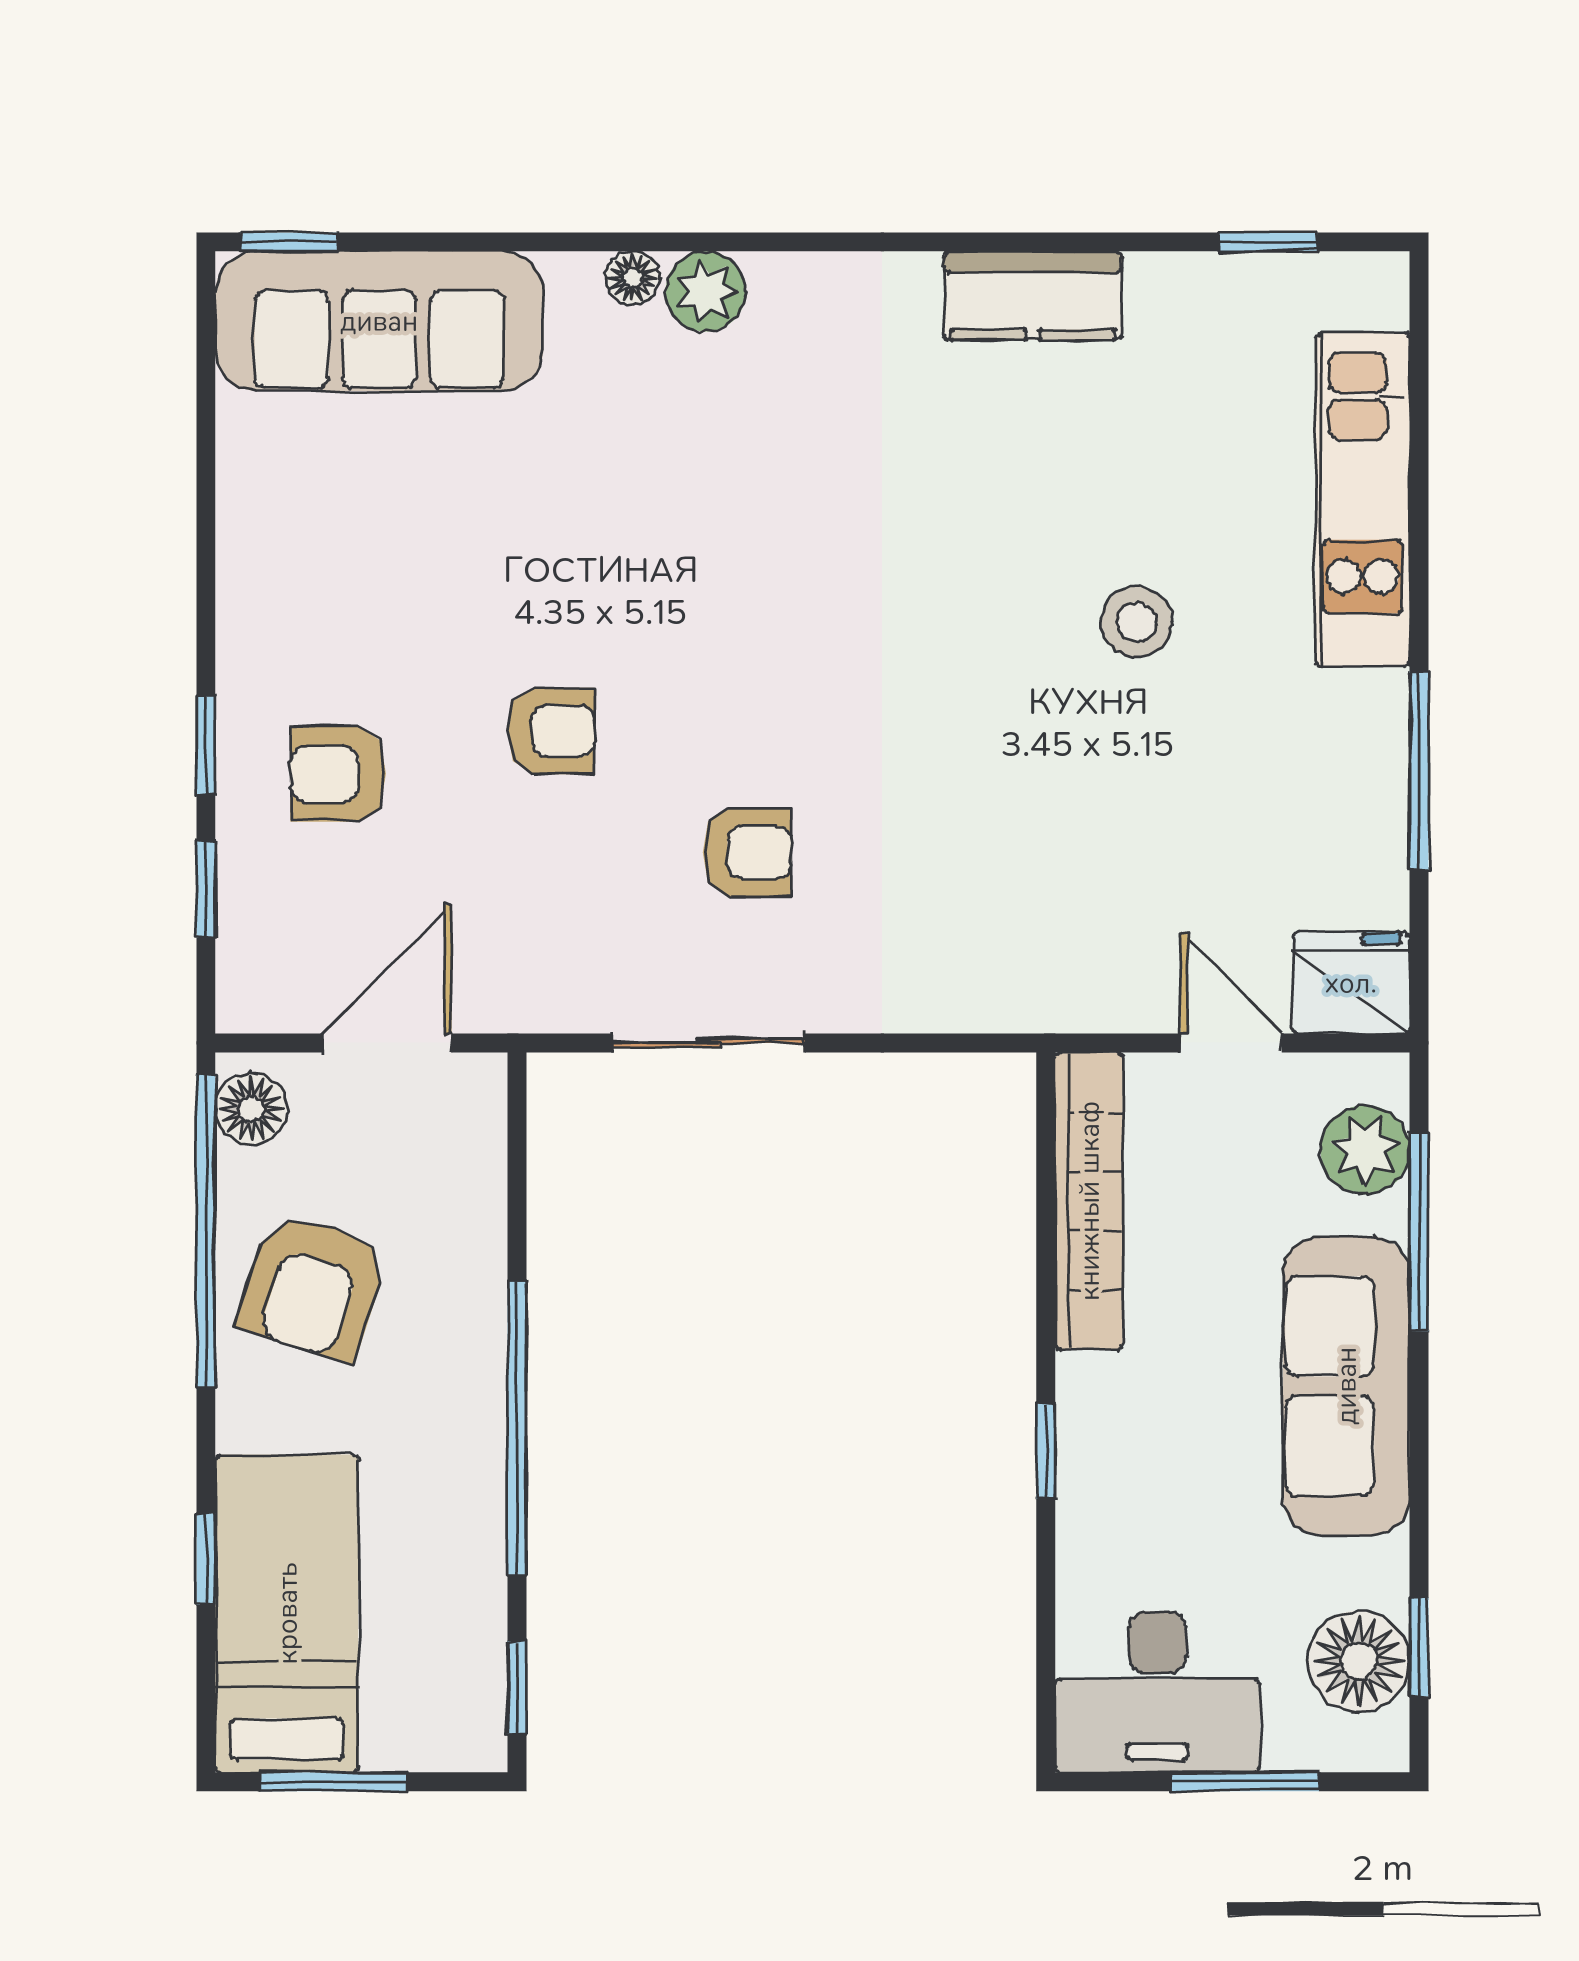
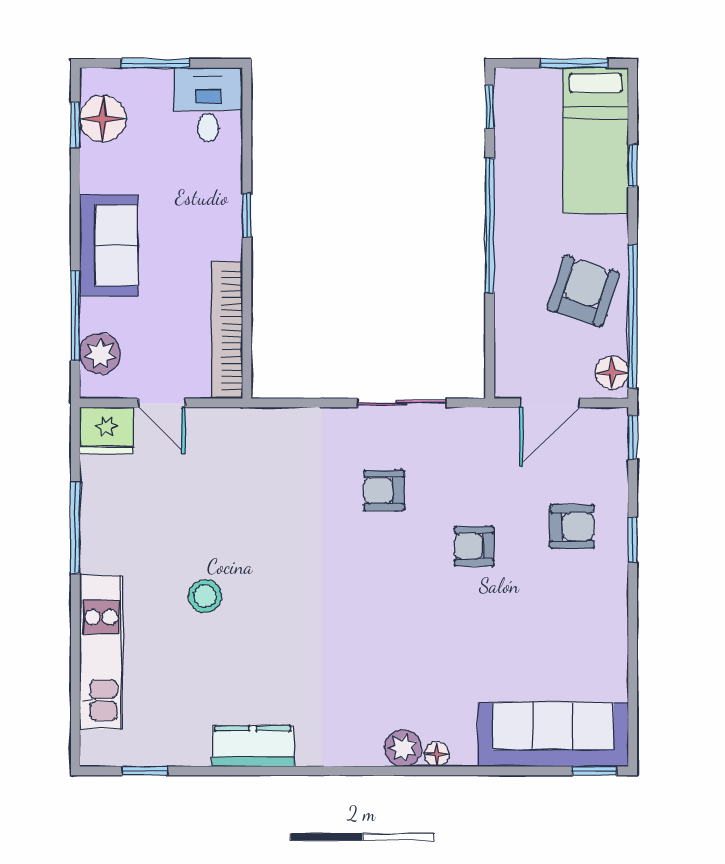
window: (206, 889) -> (633, 437), moved
sofa: (1346, 1386) -> (109, 245), width x0.73
desk: (1157, 1692) -> (208, 105), width x0.73

